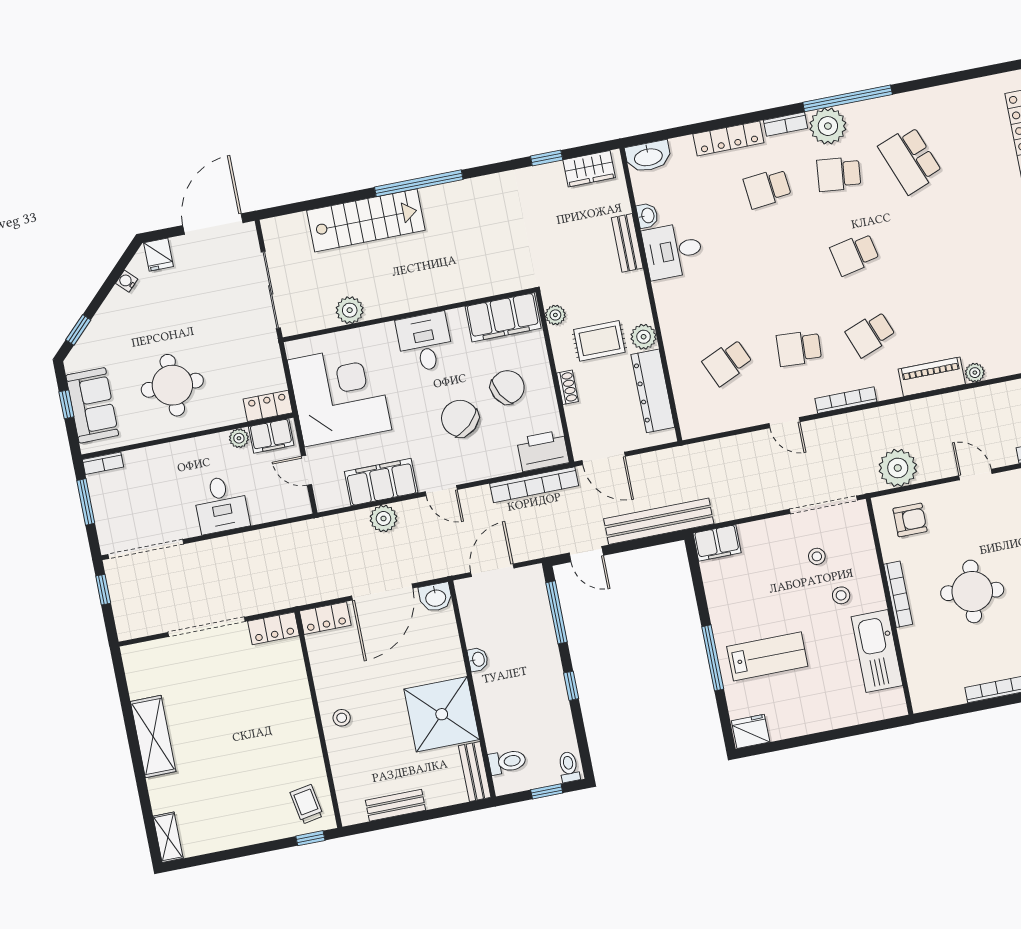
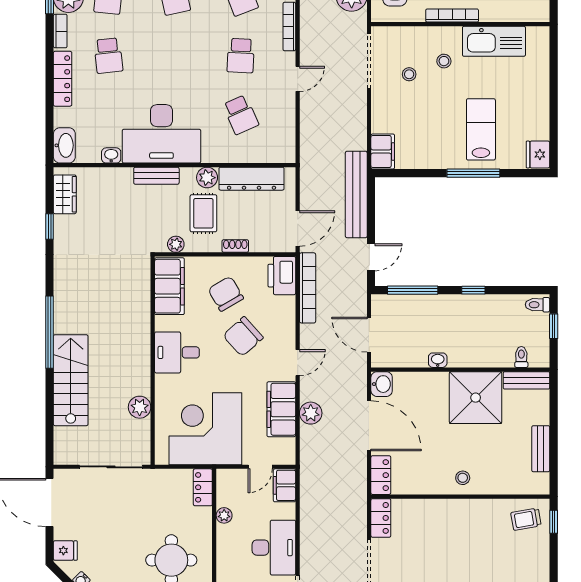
bench: (627, 243) -> (156, 176), moved
desk: (673, 251) -> (161, 134), width x1.87, depth x1.30
filing cabinet: (271, 436) -> (285, 485), moved, turned 180
desk: (221, 504) -> (274, 548), width x1.37
toilet: (507, 762) -> (521, 357), width x0.73, depth x0.72

